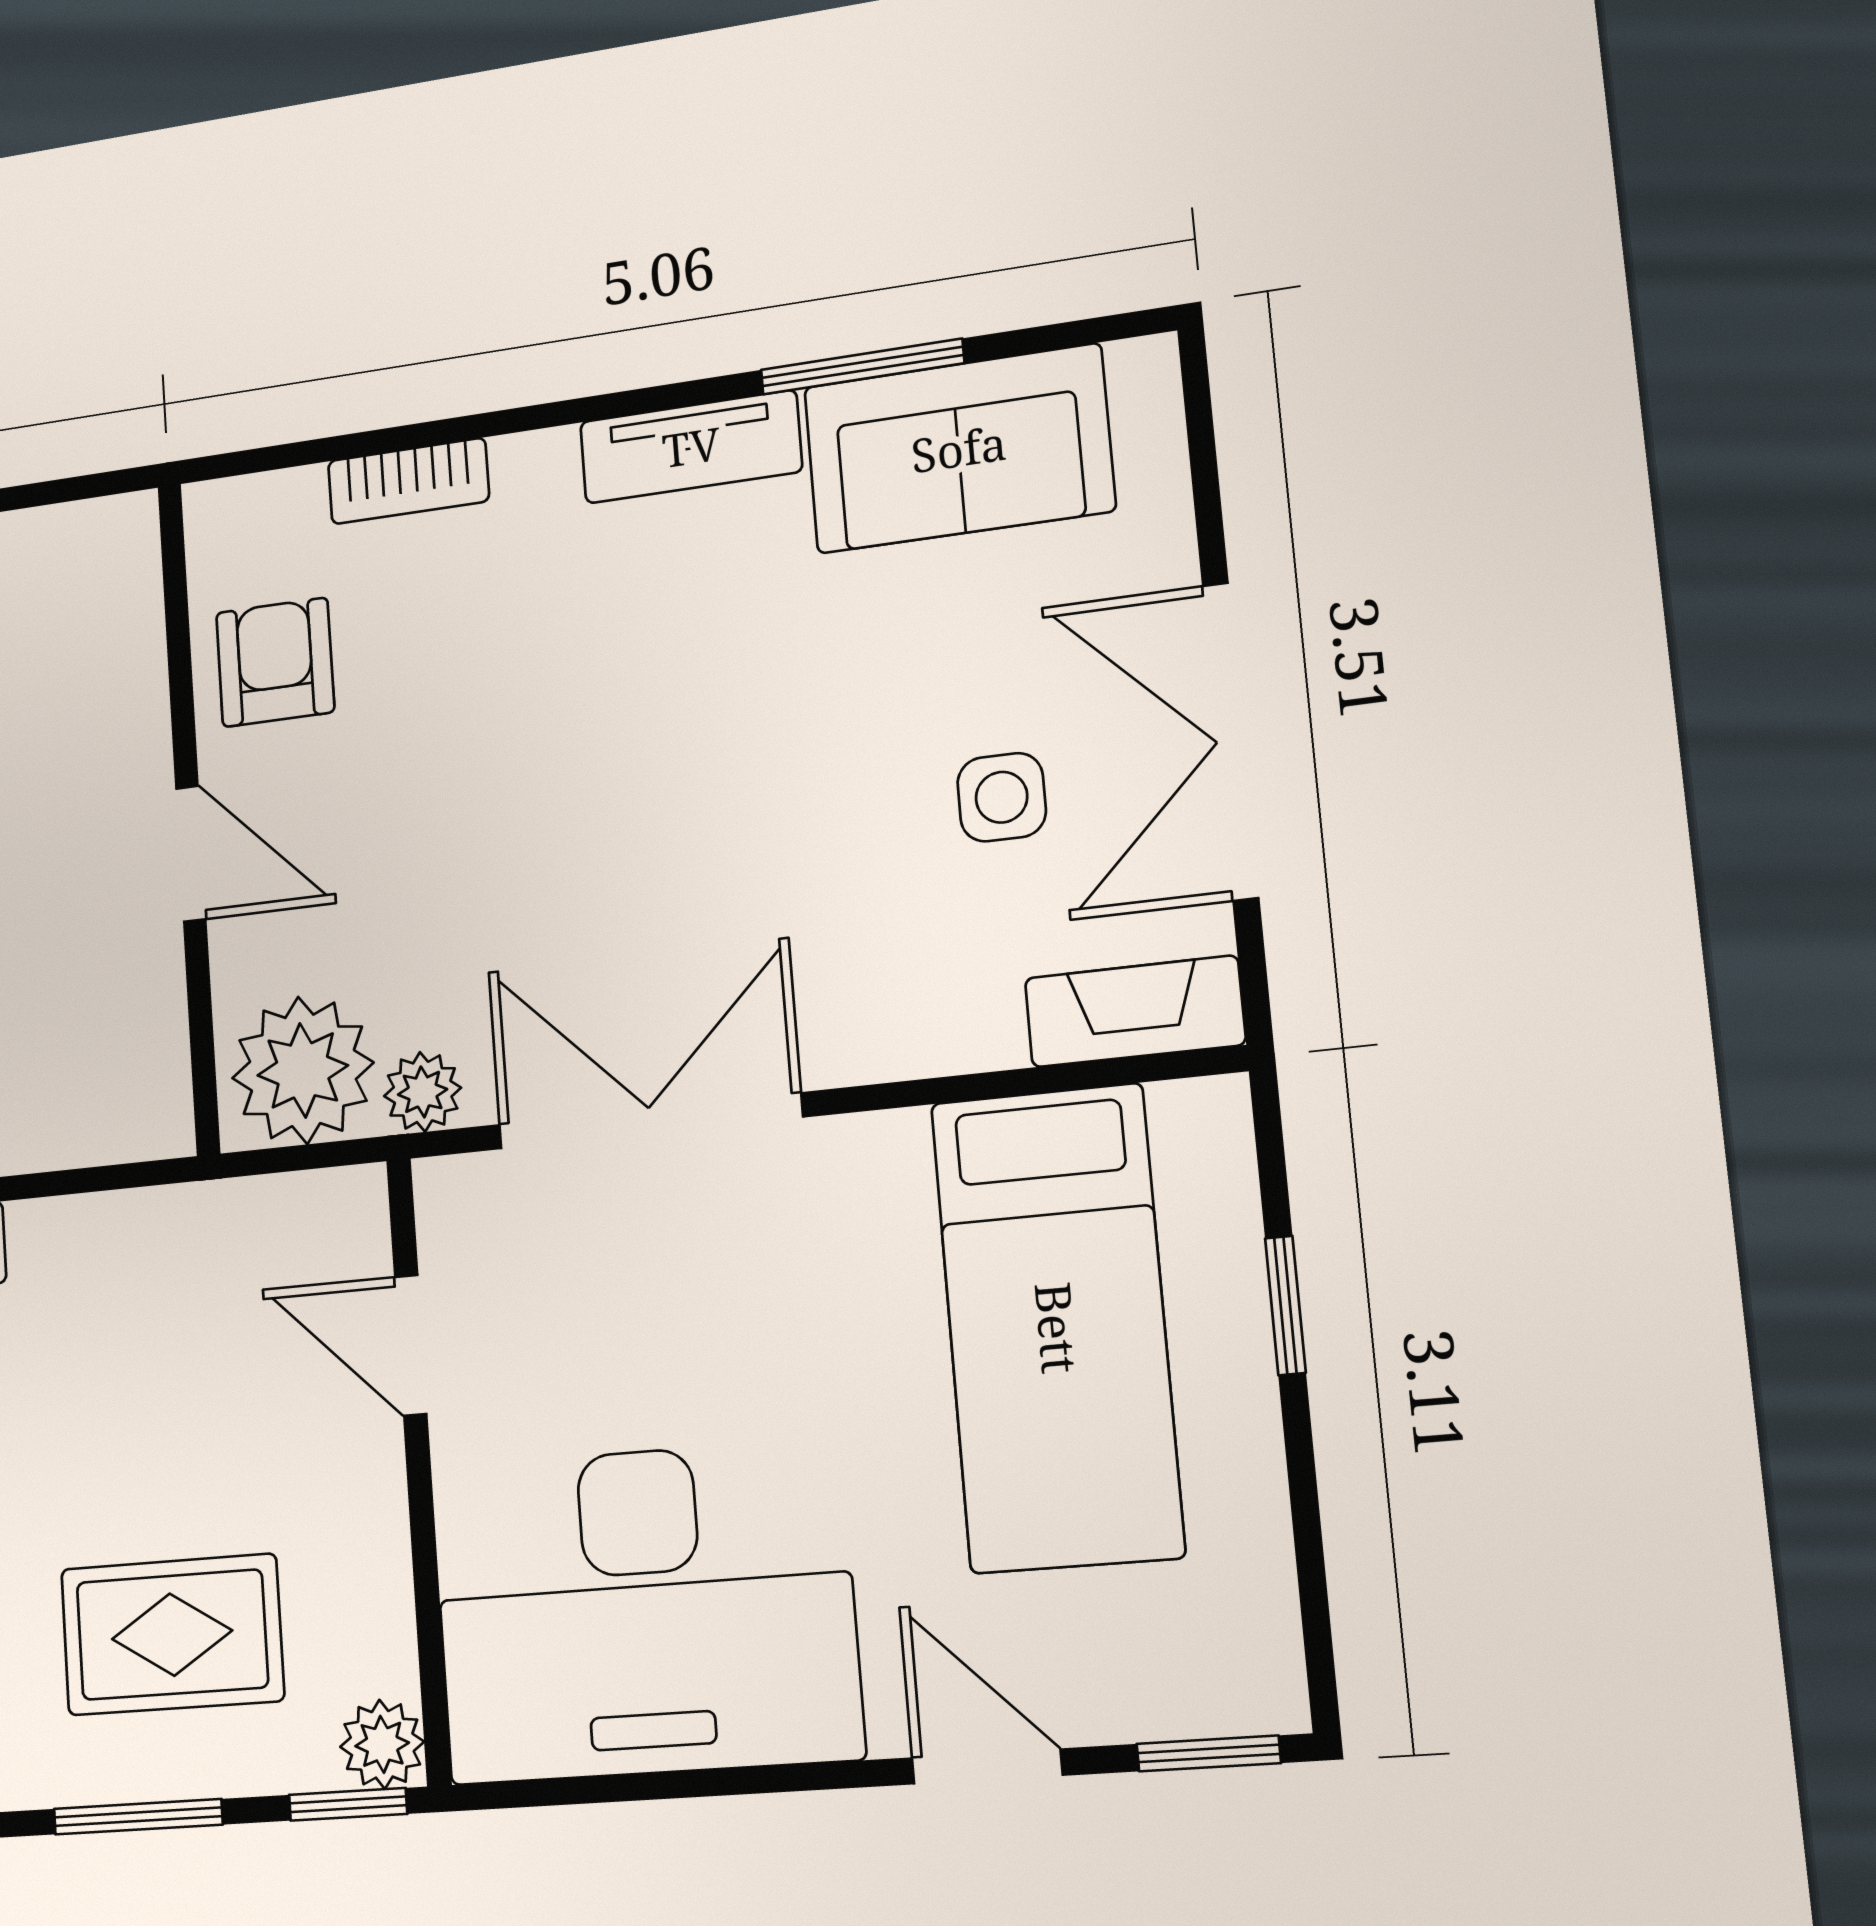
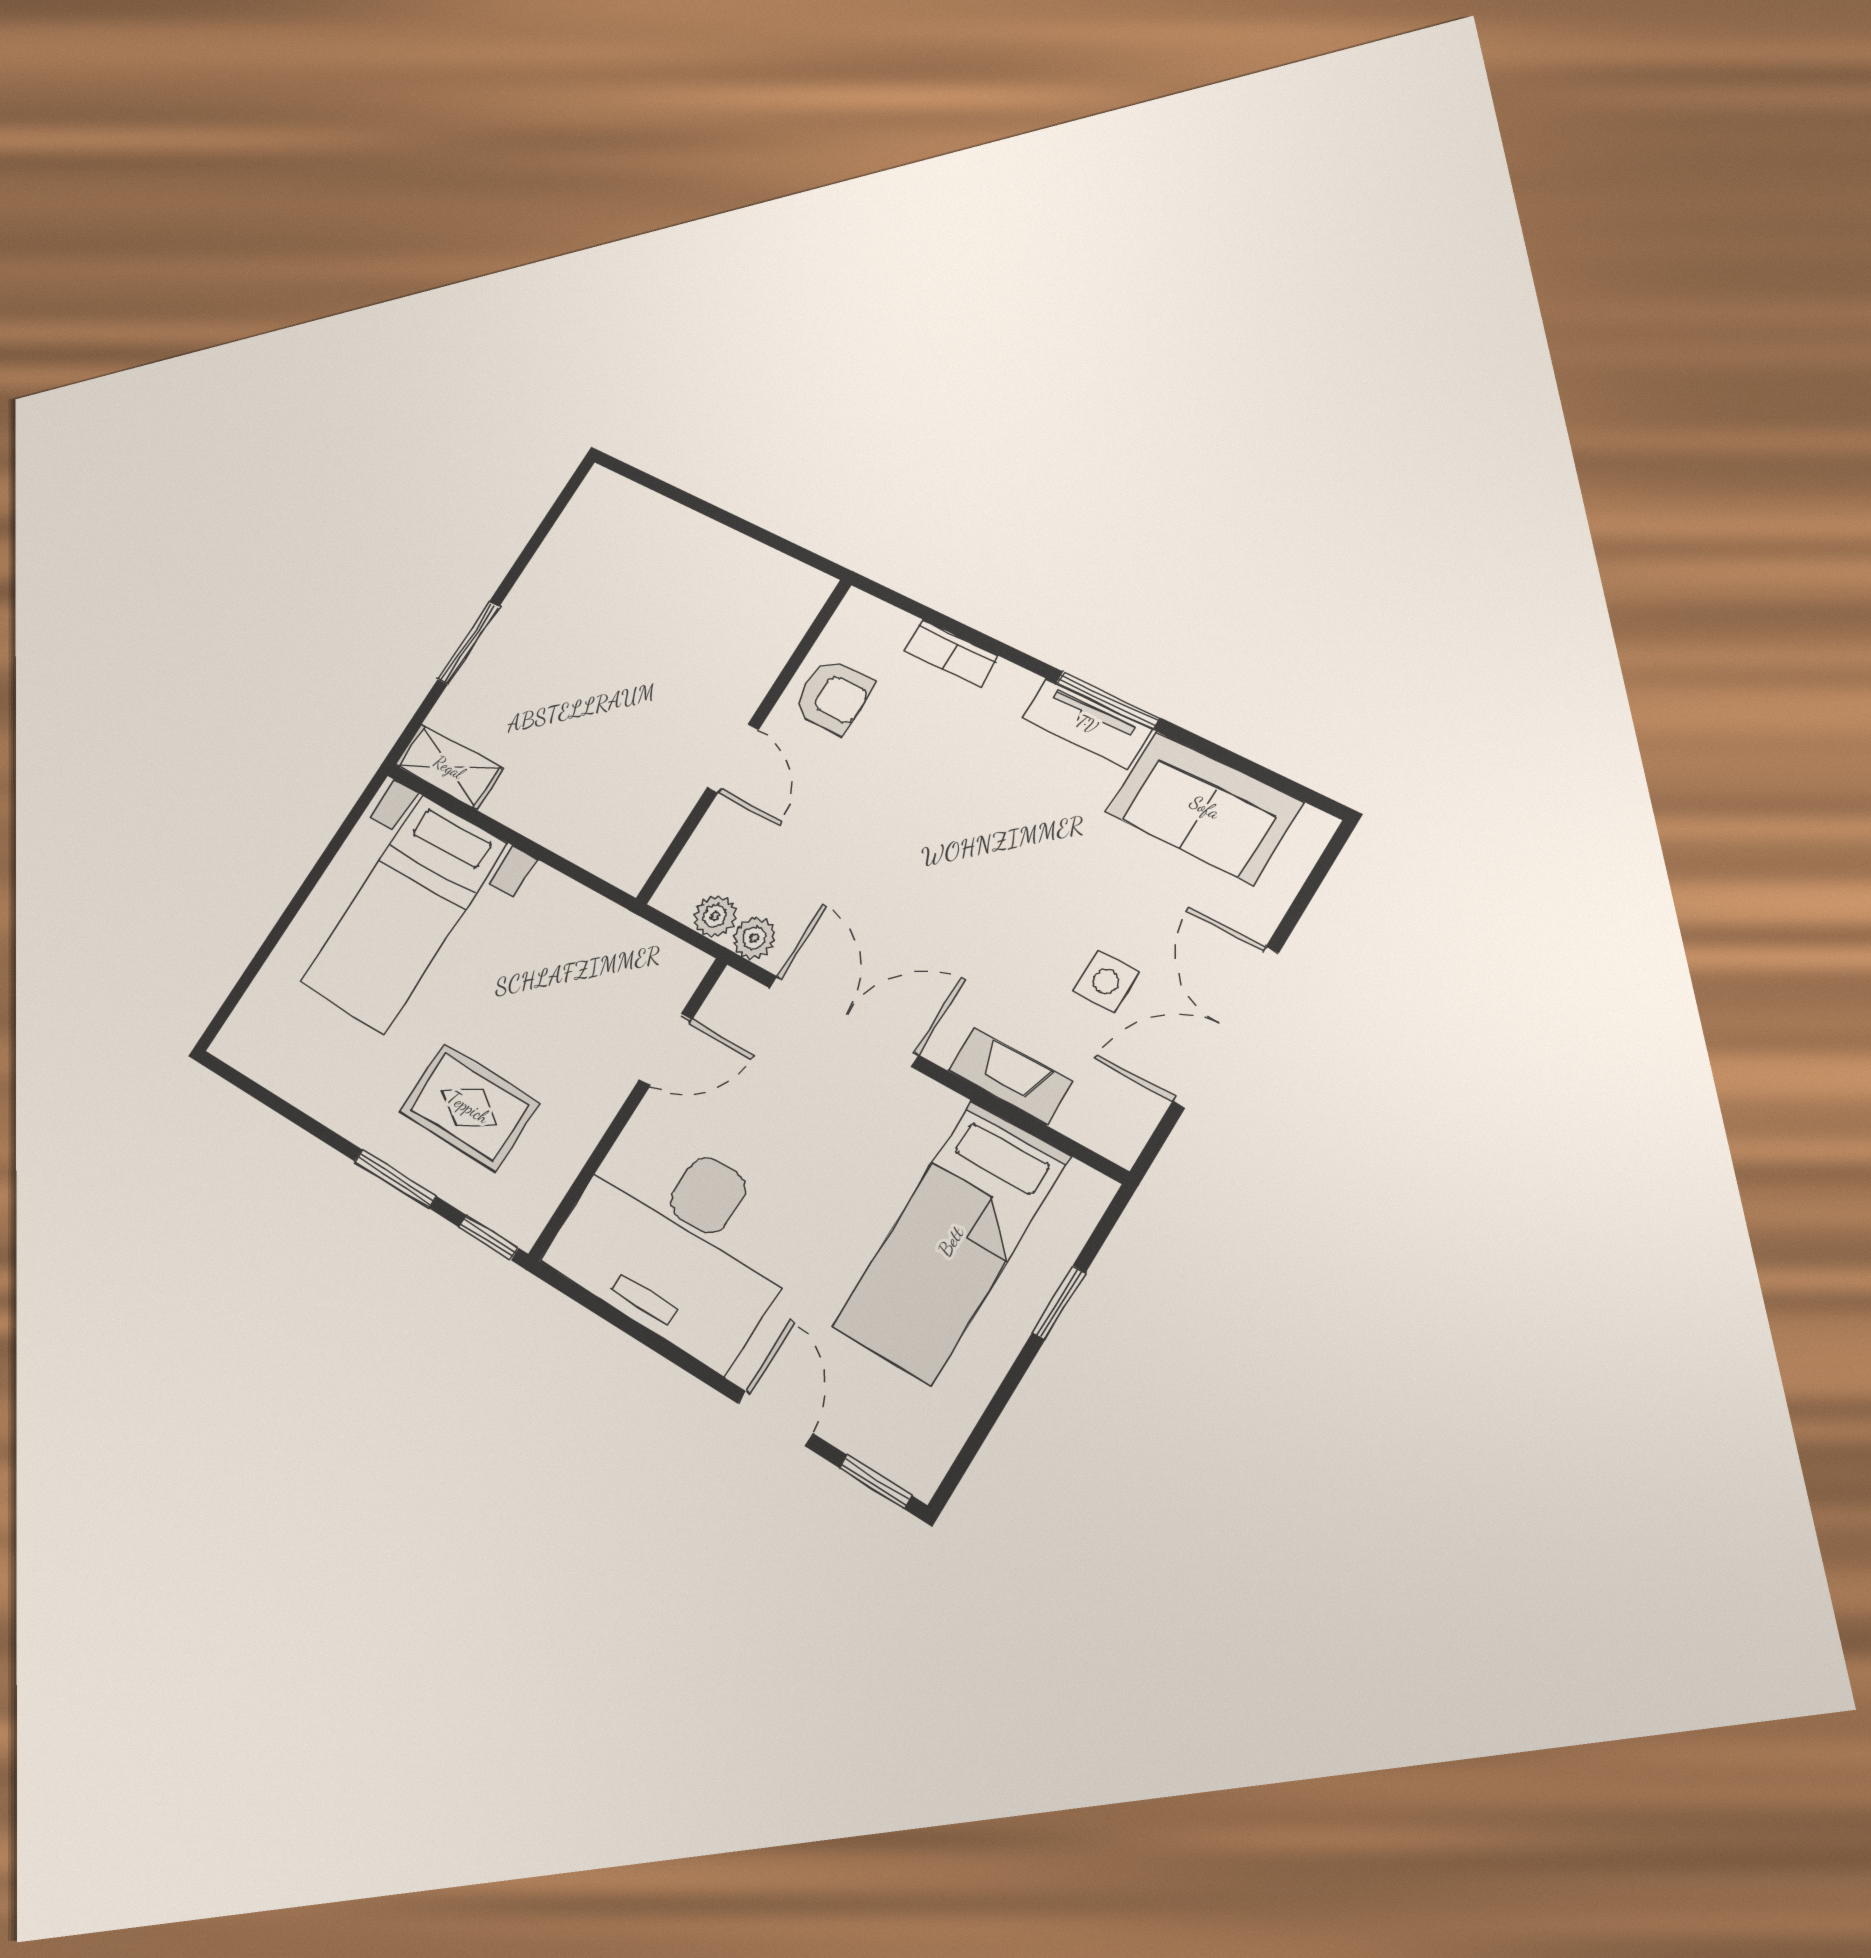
window: (862, 367) -> (1108, 700), moved
armchair: (275, 662) -> (833, 696), turned 90
fireplace: (1135, 1011) -> (1010, 1076), moved
plant: (303, 1070) -> (715, 916), width x0.53, depth x0.53
door: (411, 1345) -> (666, 1050), swing flipped
plant: (382, 1744) -> (523, 1221), removed

